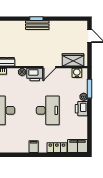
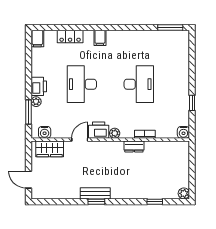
filing cabinet: (78, 146) -> (37, 39), width x0.50

